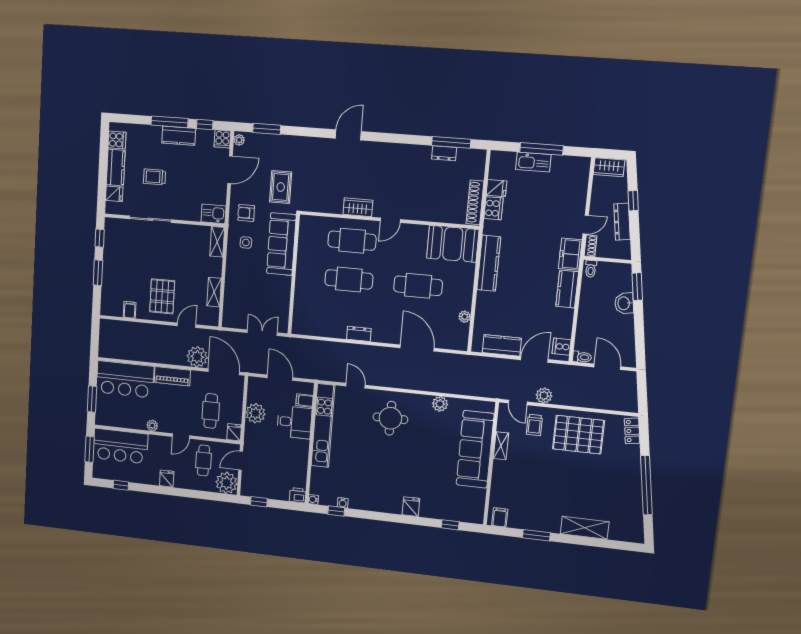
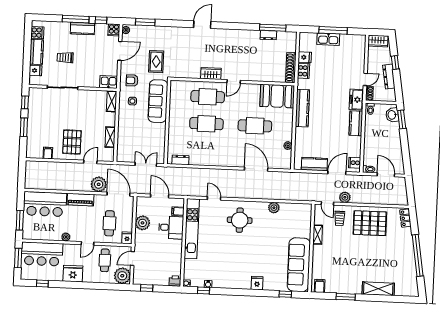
washbasin: (624, 303) -> (392, 115), moved
dresser: (359, 334) -> (180, 160), moved
sofa: (475, 449) -> (299, 265), moved
fridge: (167, 479) -> (73, 274), width x1.88, depth x1.34

